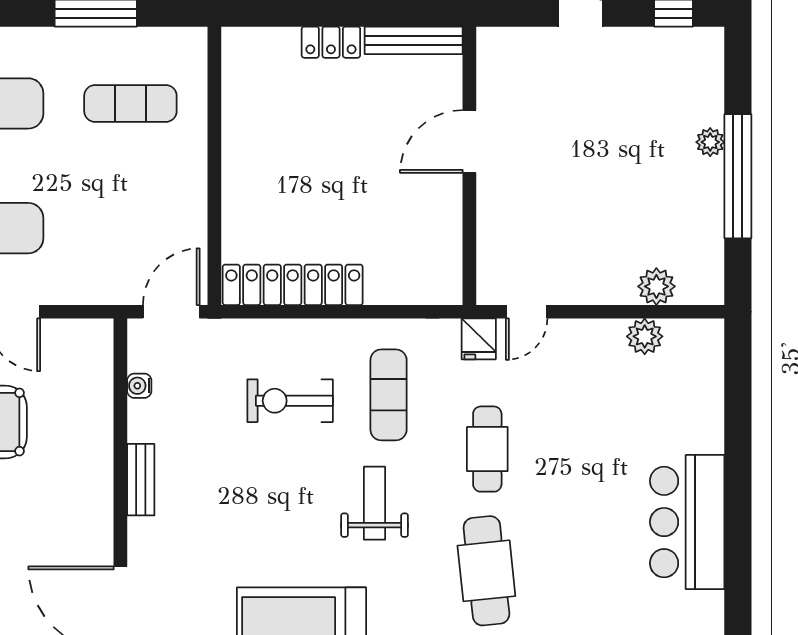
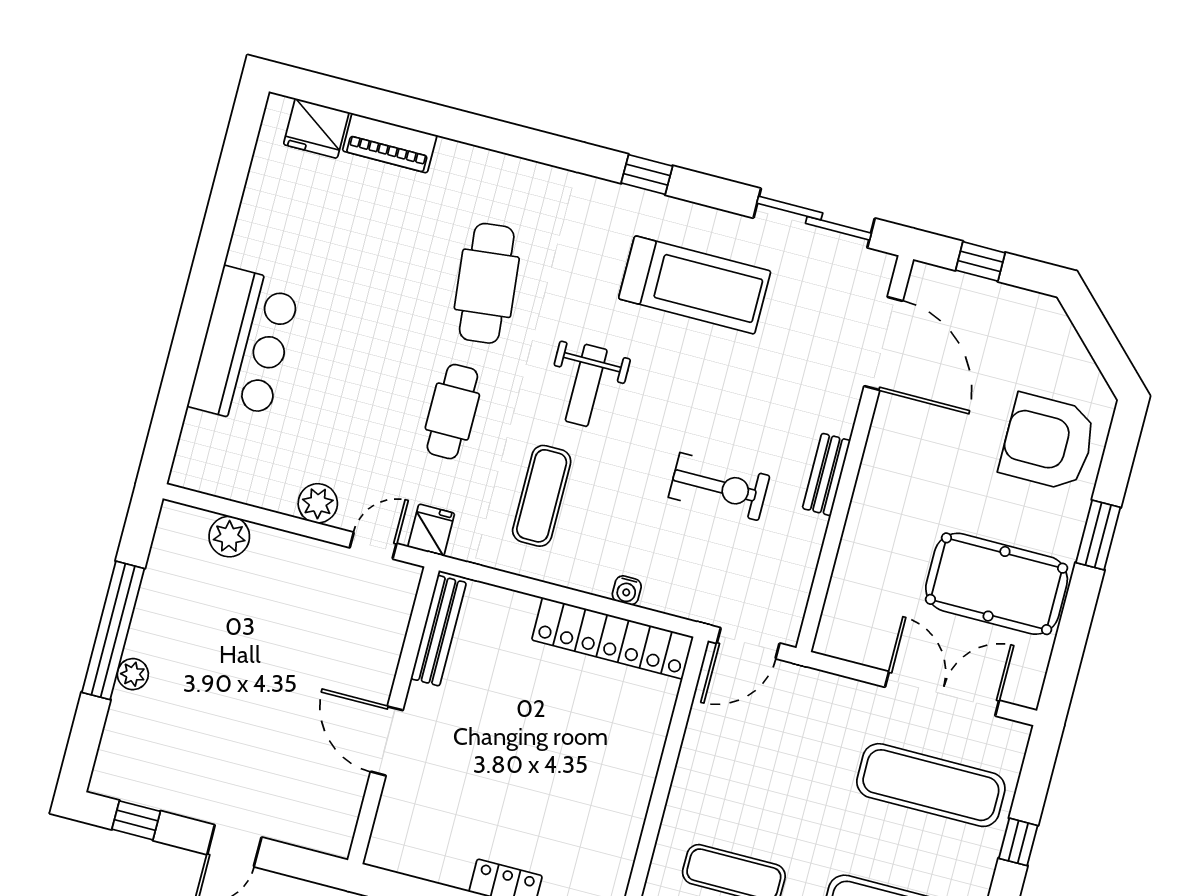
bench: (414, 40) -> (438, 631), moved, turned 90
door: (469, 141) -> (387, 741), swing flipped
plant: (645, 336) -> (318, 503), moved
water cooler: (139, 386) -> (627, 590), moved, turned 90
exercise bike: (290, 401) -> (719, 487), moved
bar counter: (687, 522) -> (244, 346), moved

